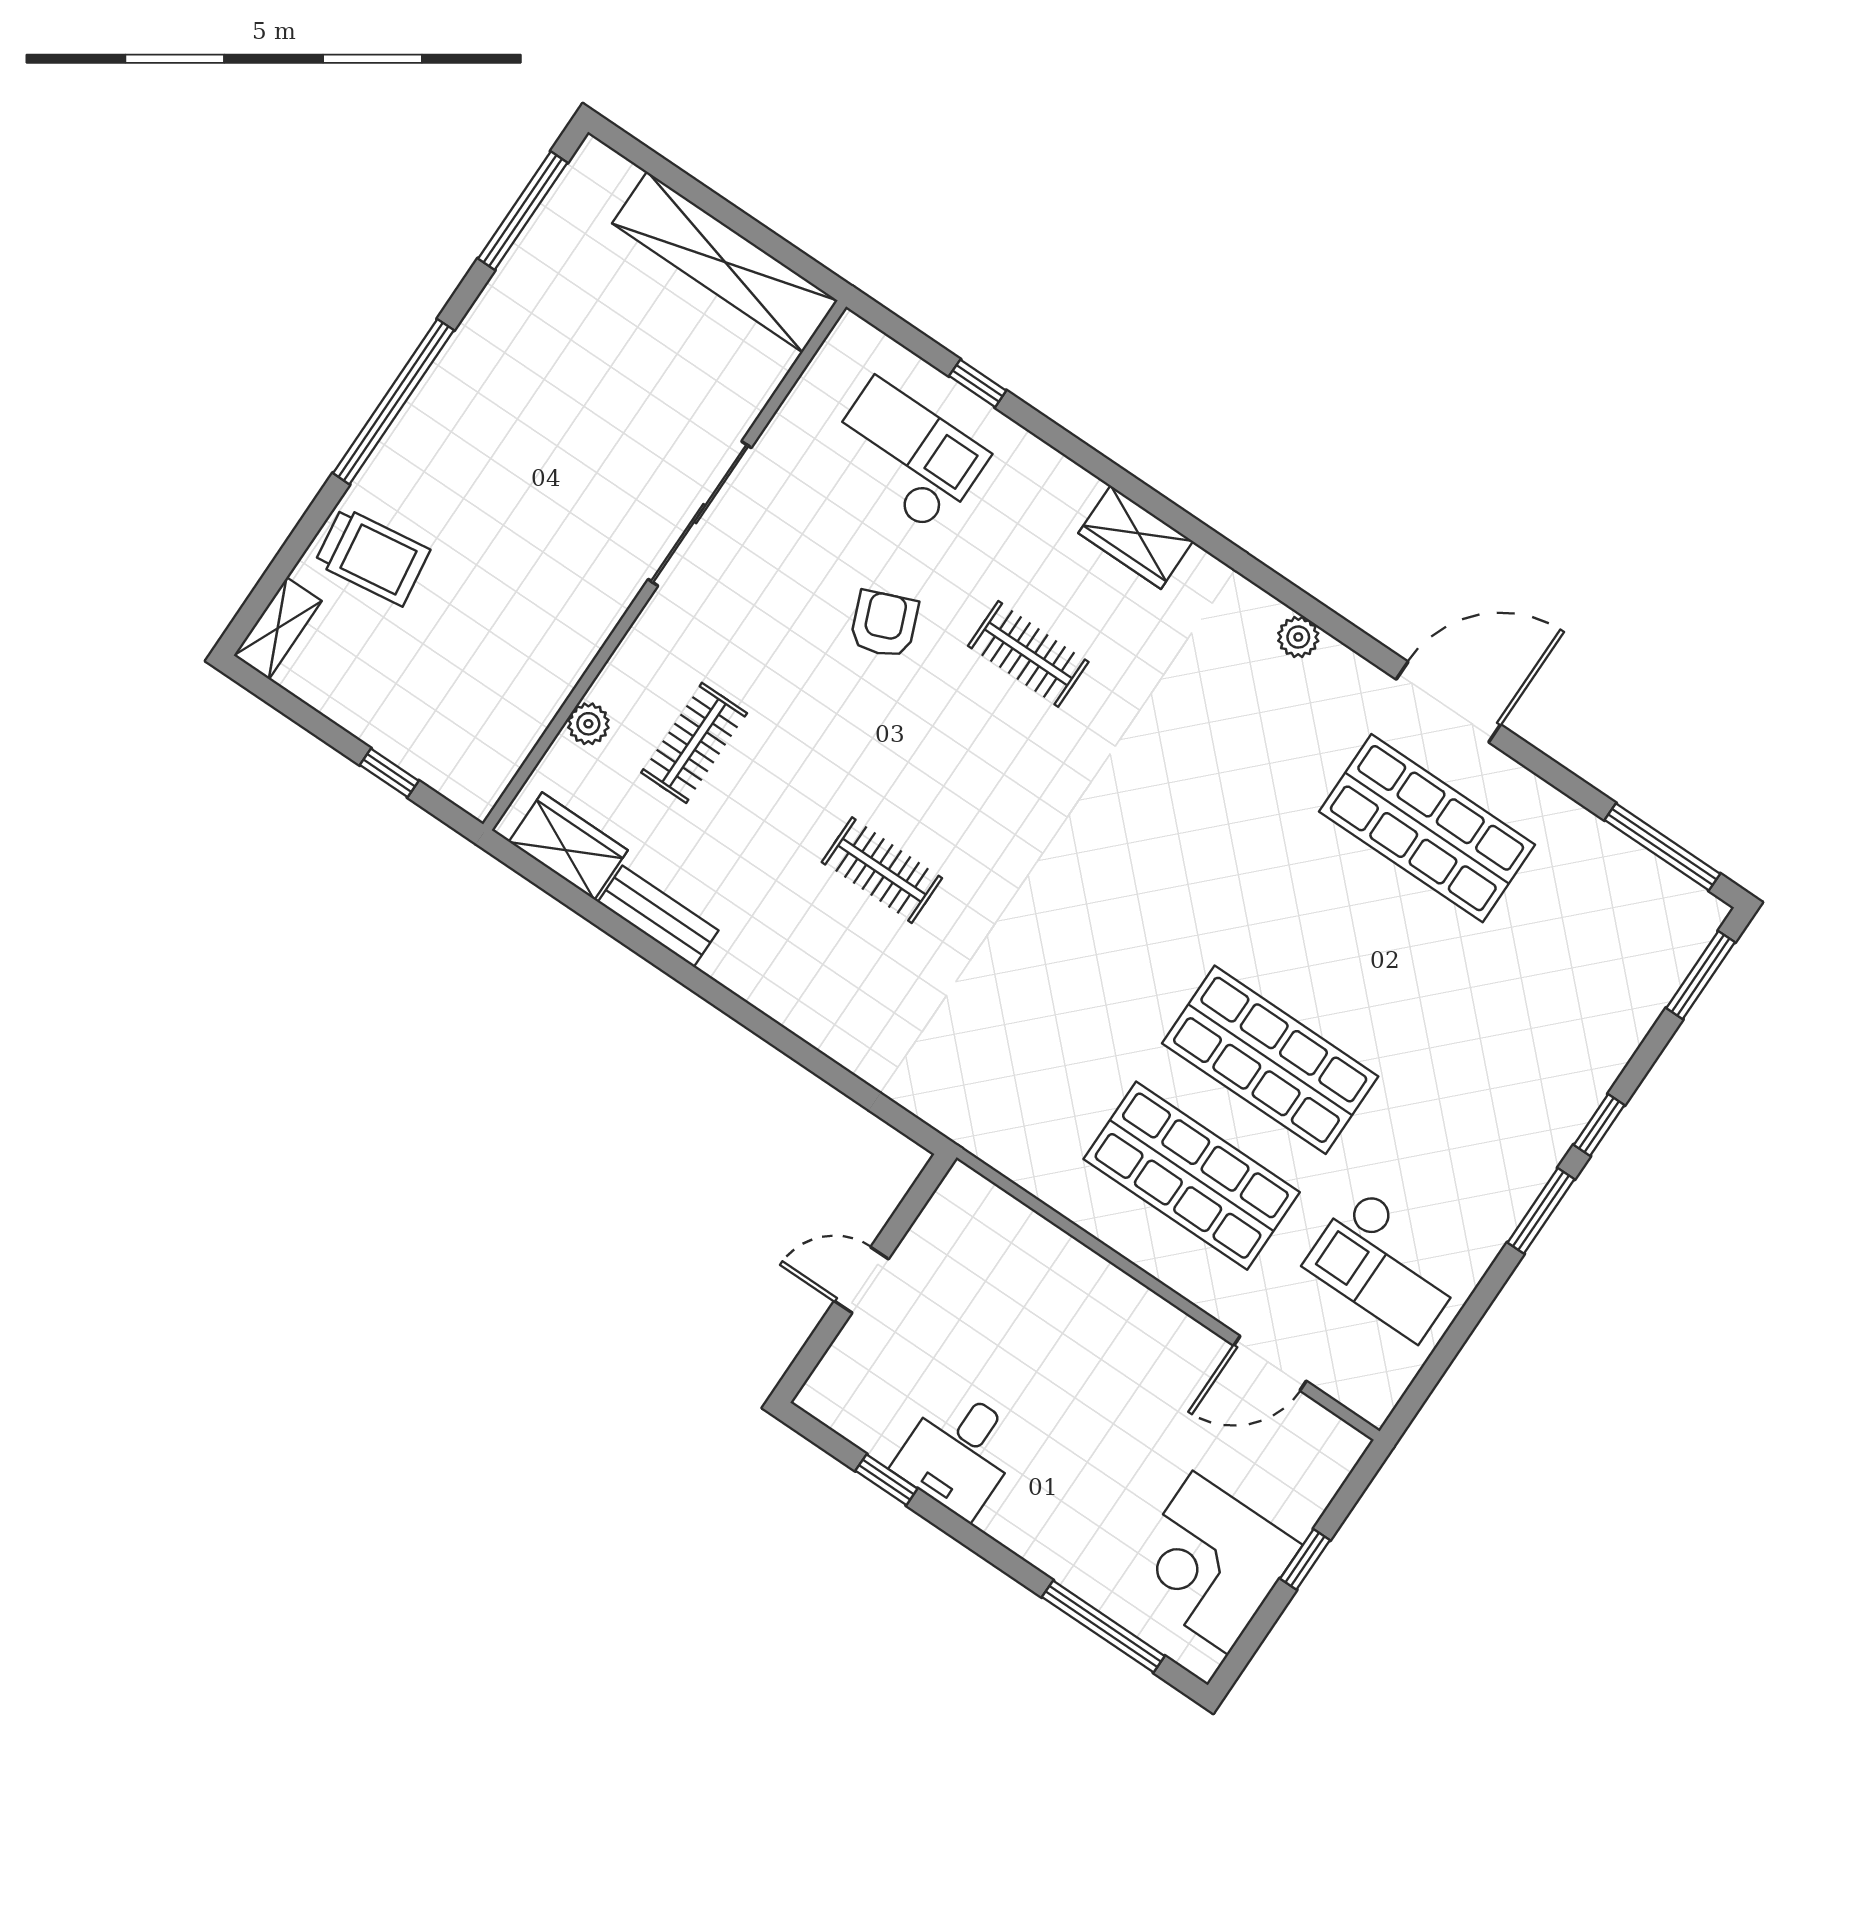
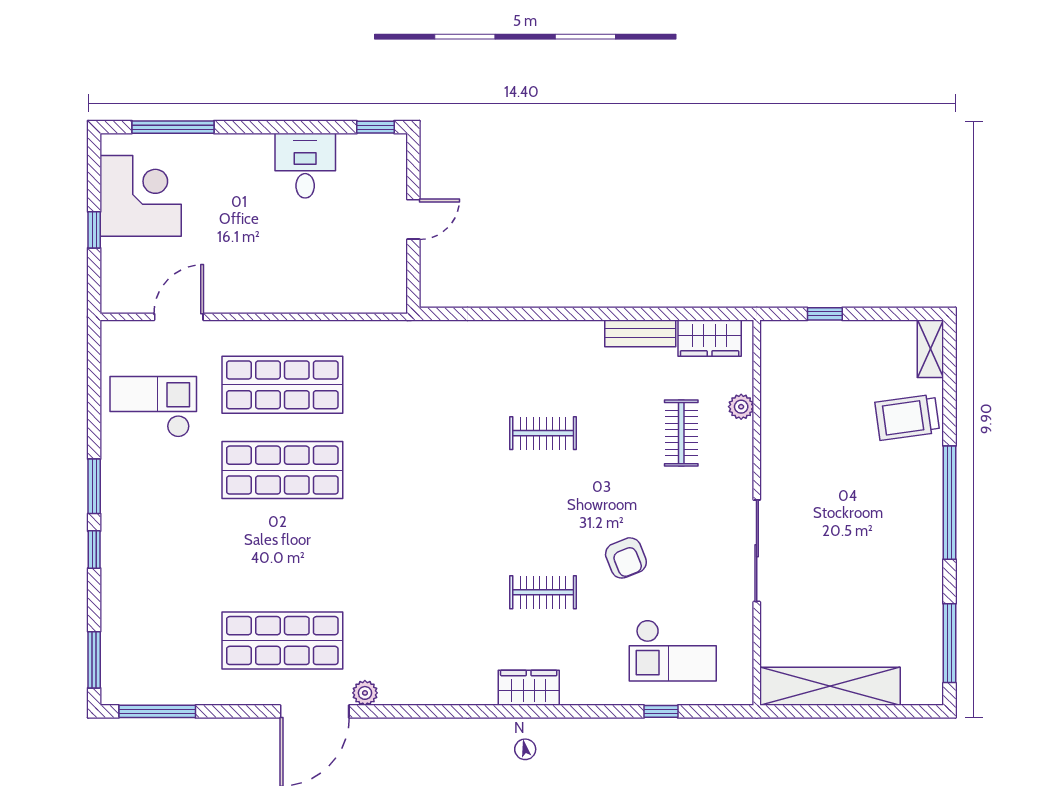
plant: (1298, 637) -> (365, 693), moved
window: (886, 1480) -> (376, 127), moved

